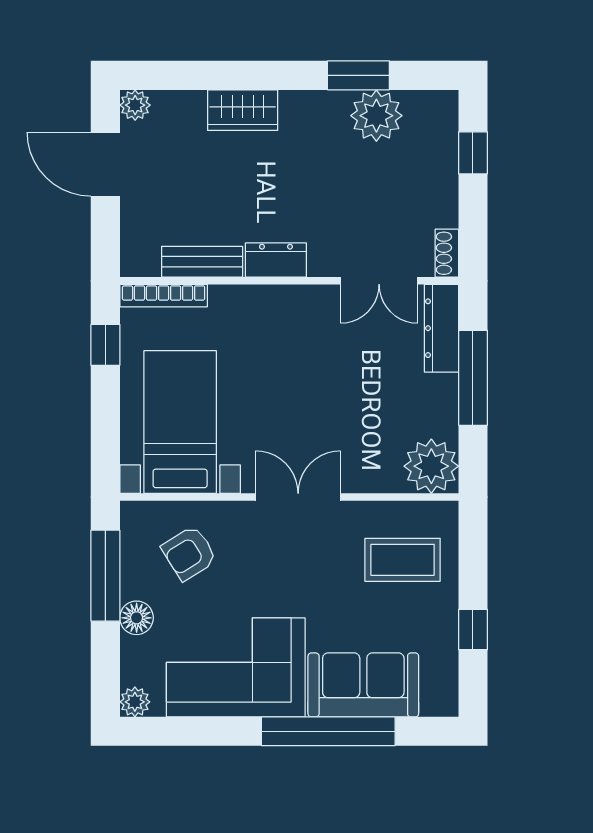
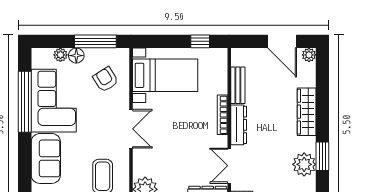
wardrobe: (243, 110) -> (307, 112), width x1.50
door: (105, 164) -> (282, 41), swing flipped
dresser: (276, 260) -> (239, 125), width x1.44
bookcase: (164, 296) -> (222, 115), moved
plant: (135, 702) -> (60, 55), moved
window: (328, 731) -> (25, 102), moved

